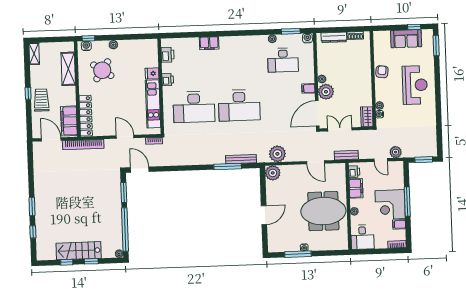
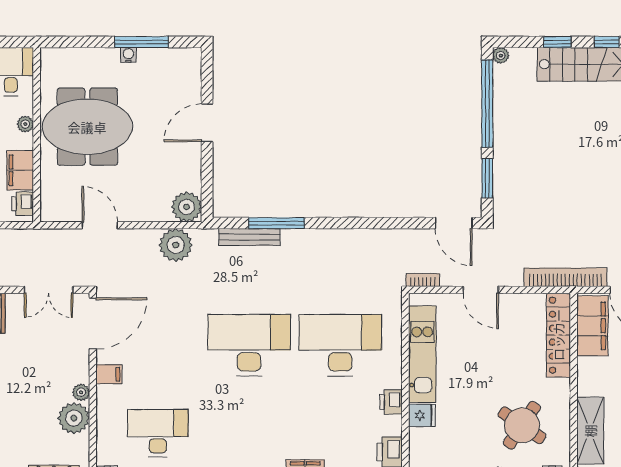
plant: (326, 92) -> (74, 418), moved
bench: (346, 155) -> (37, 238), removed

